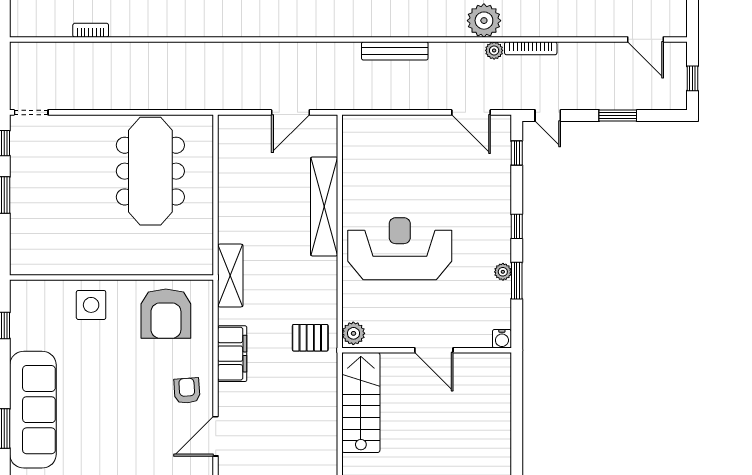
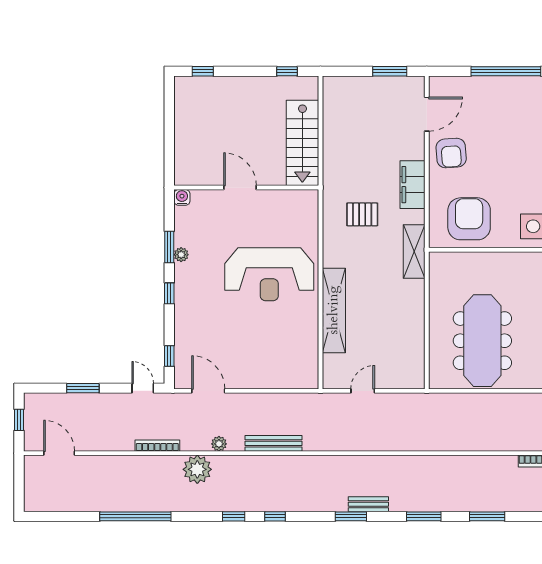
plant: (494, 50) -> (219, 444), moved
door: (290, 112) -> (363, 391), width x0.73
plant: (353, 333) -> (309, 202), removed
pallet: (310, 338) -> (362, 214), moved
armchair: (187, 391) -> (451, 153), width x1.38, depth x1.38

